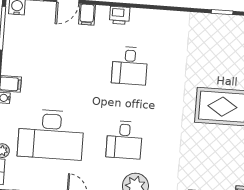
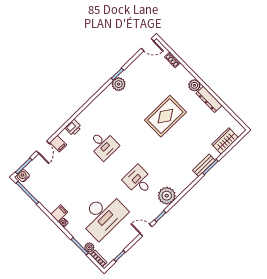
plant: (212, 23) -> (119, 84), added
desk: (124, 140) -> (138, 181), turned 180

